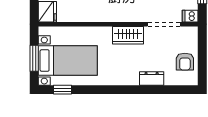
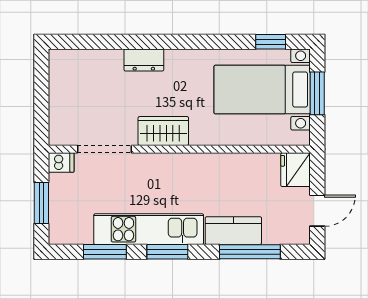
armchair: (185, 62) -> (70, 88), removed
dresser: (152, 78) -> (144, 60), moved

